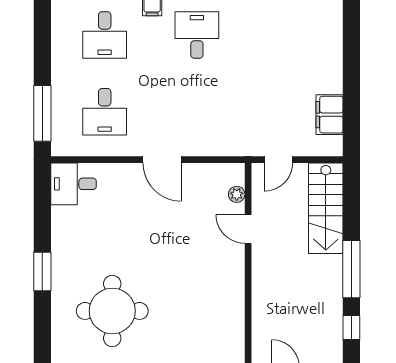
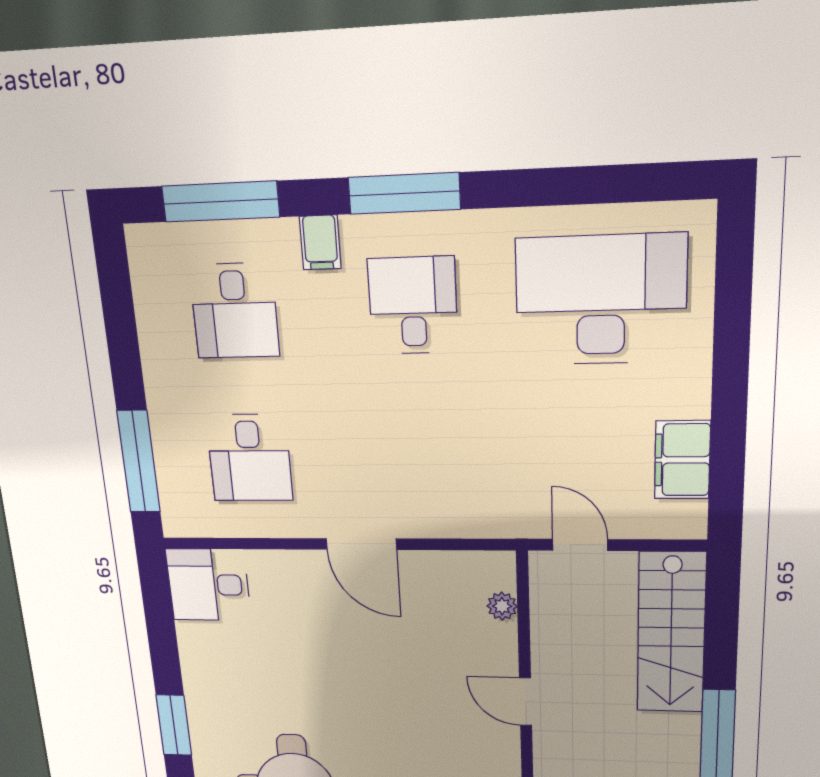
desk: (289, 35) -> (601, 300), added
door: (278, 160) -> (580, 545), swing flipped
door: (248, 229) -> (526, 702), moved

